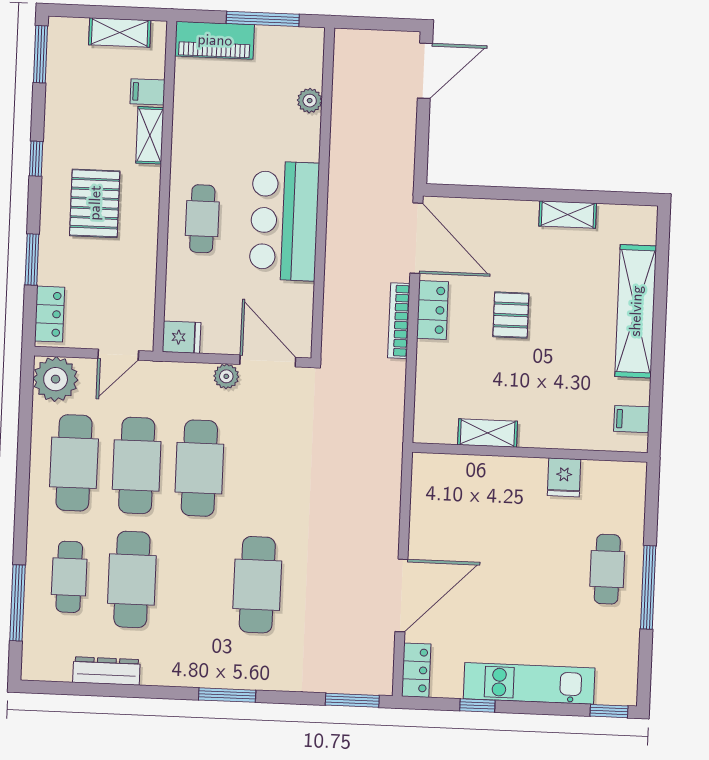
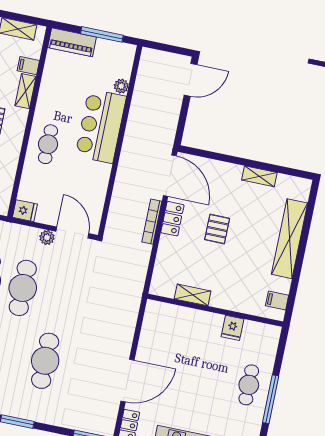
bar counter: (284, 221) -> (101, 126), moved

